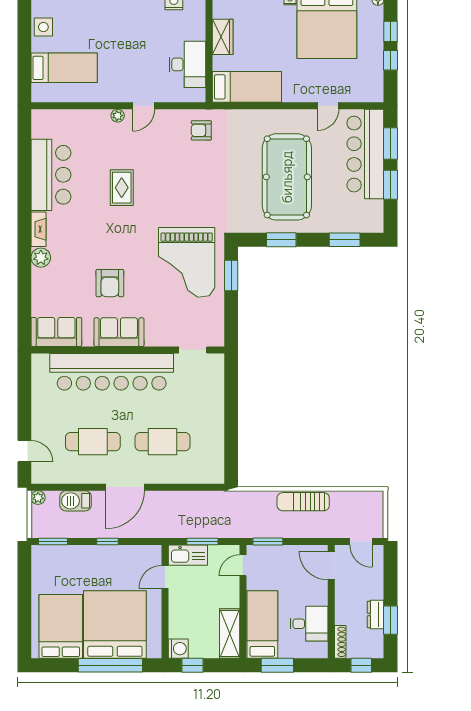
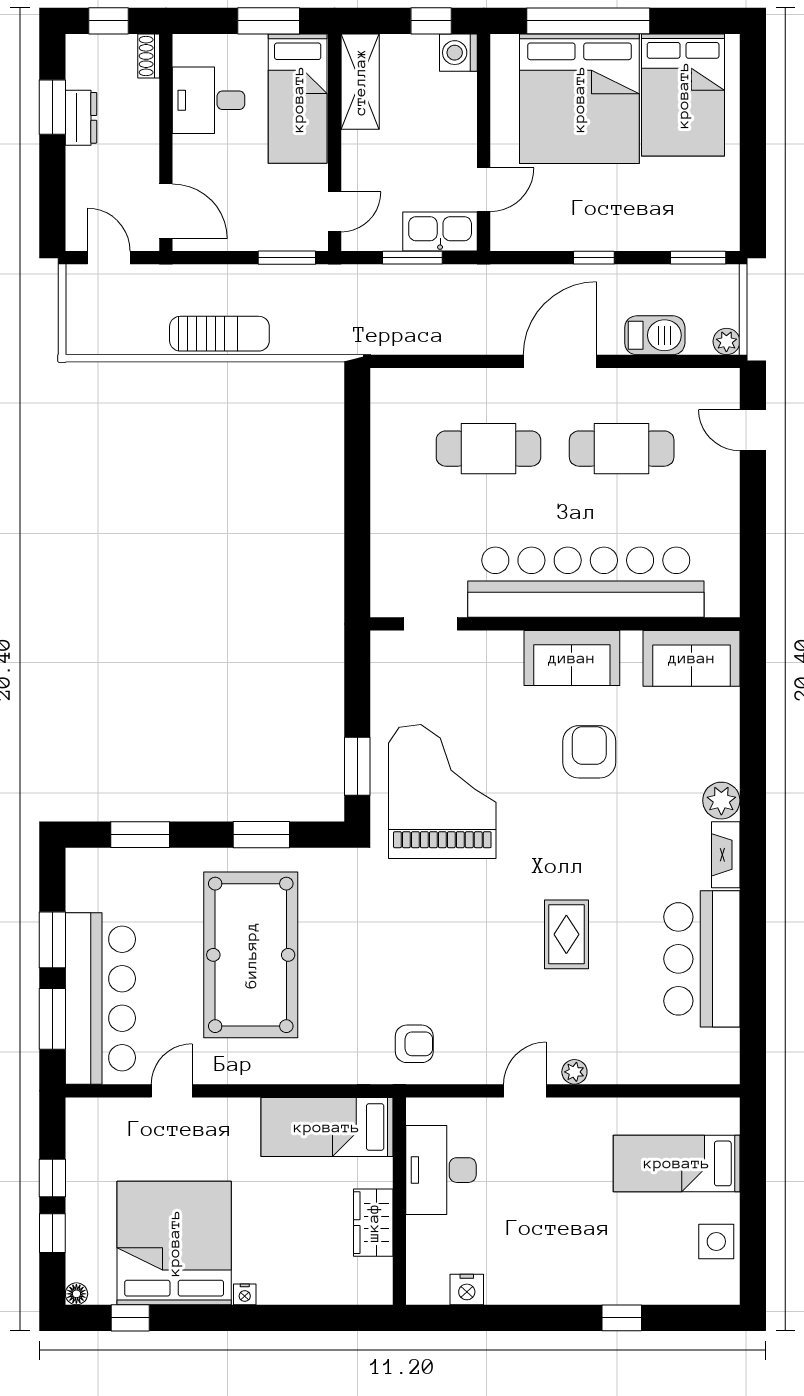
shoe rack: (340, 642) -> (149, 56), width x0.70

